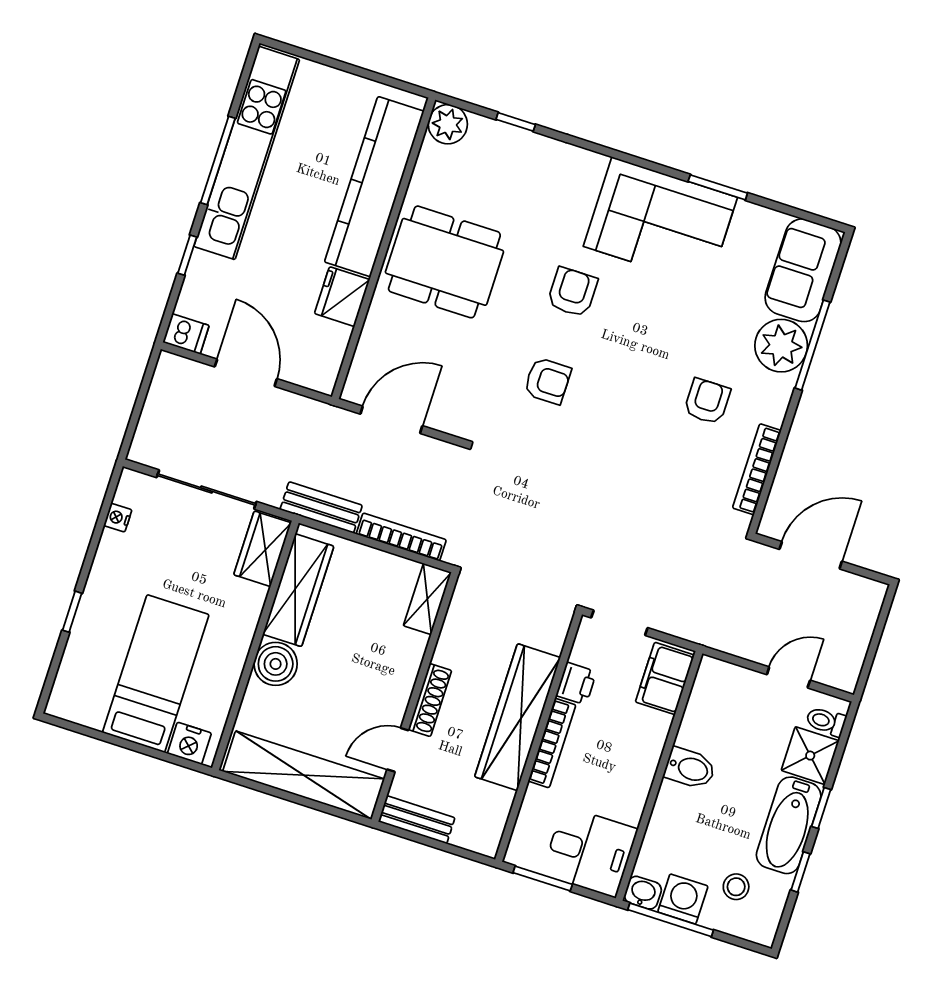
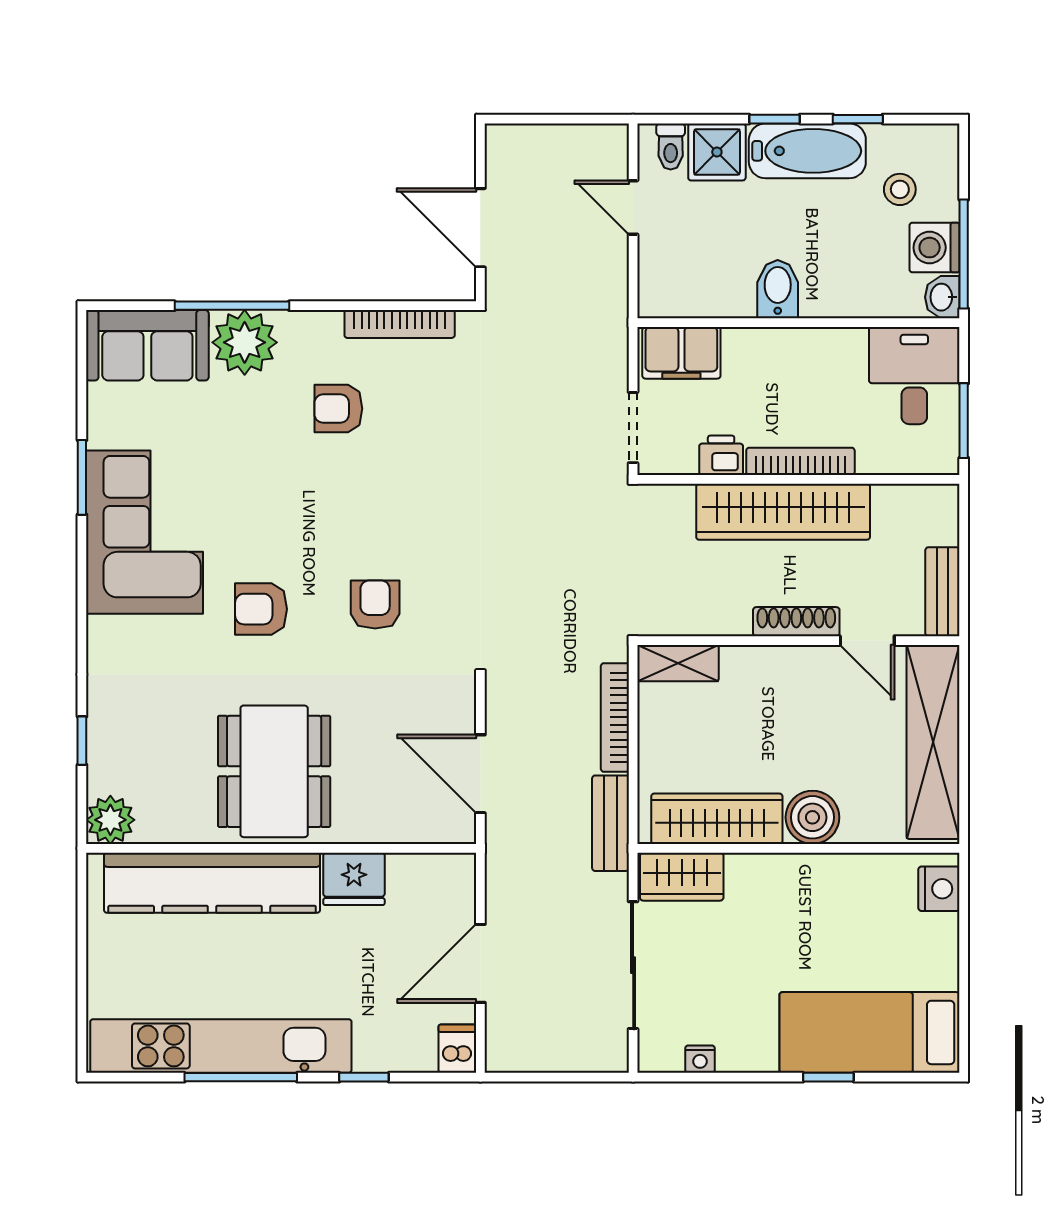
bed: (156, 674) -> (869, 1032), moved

